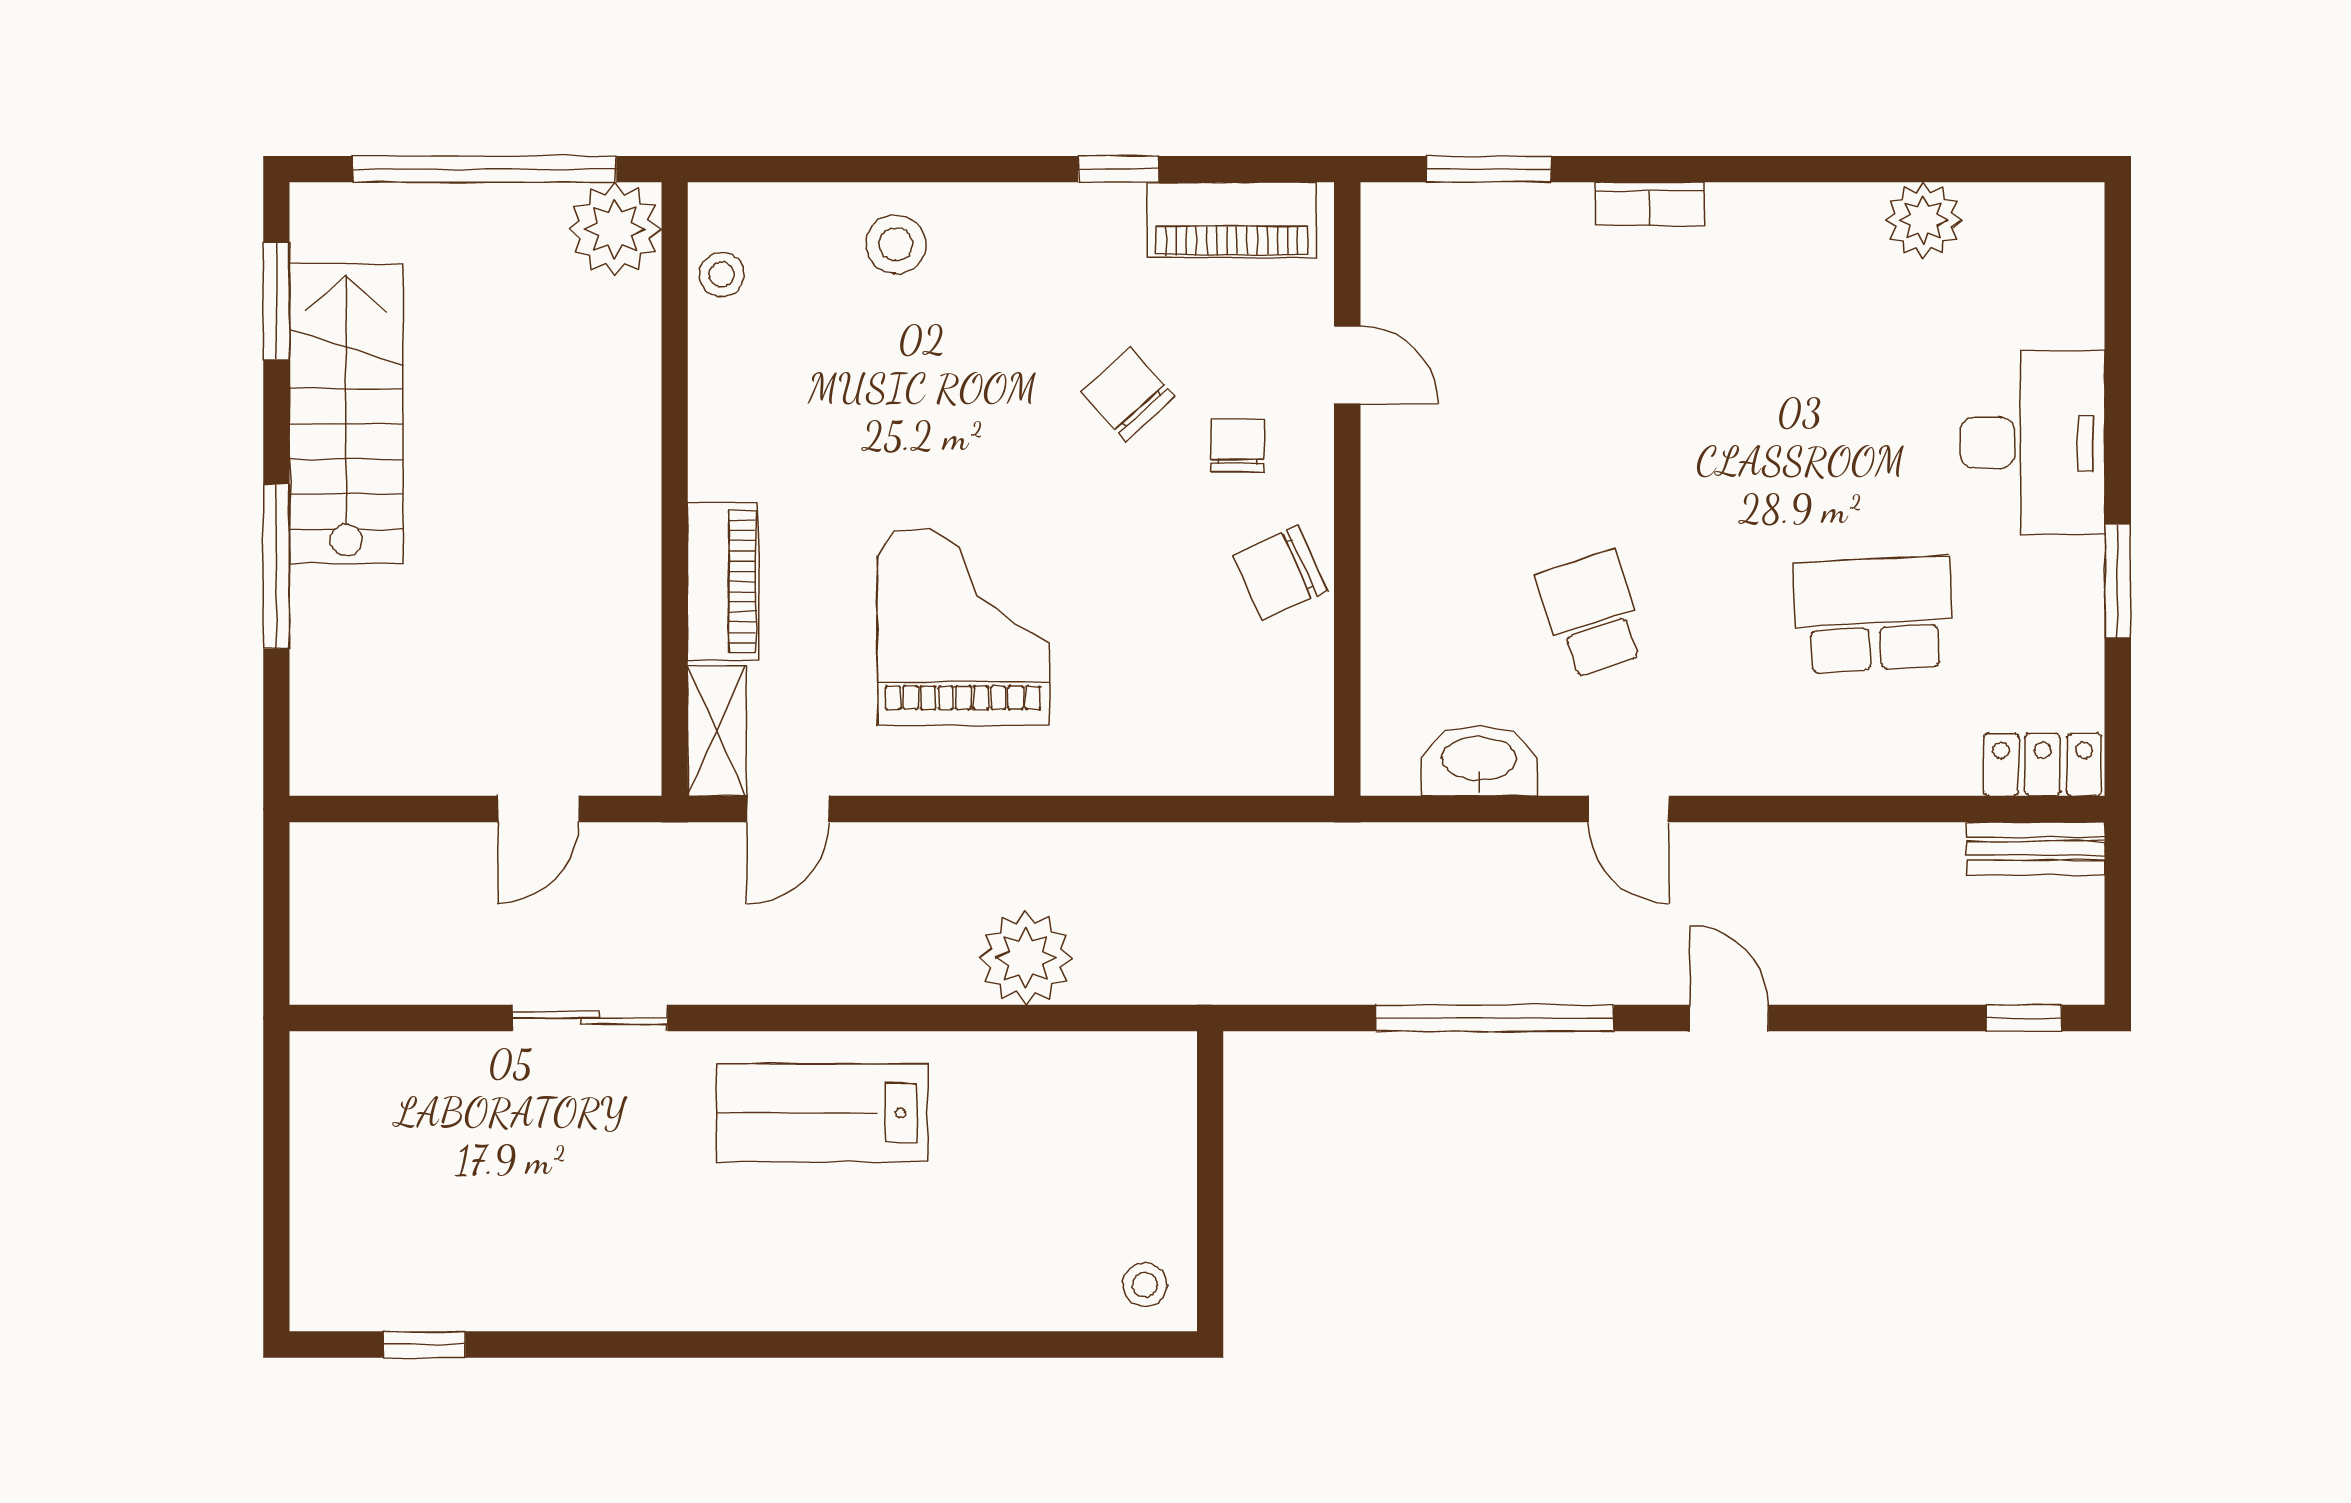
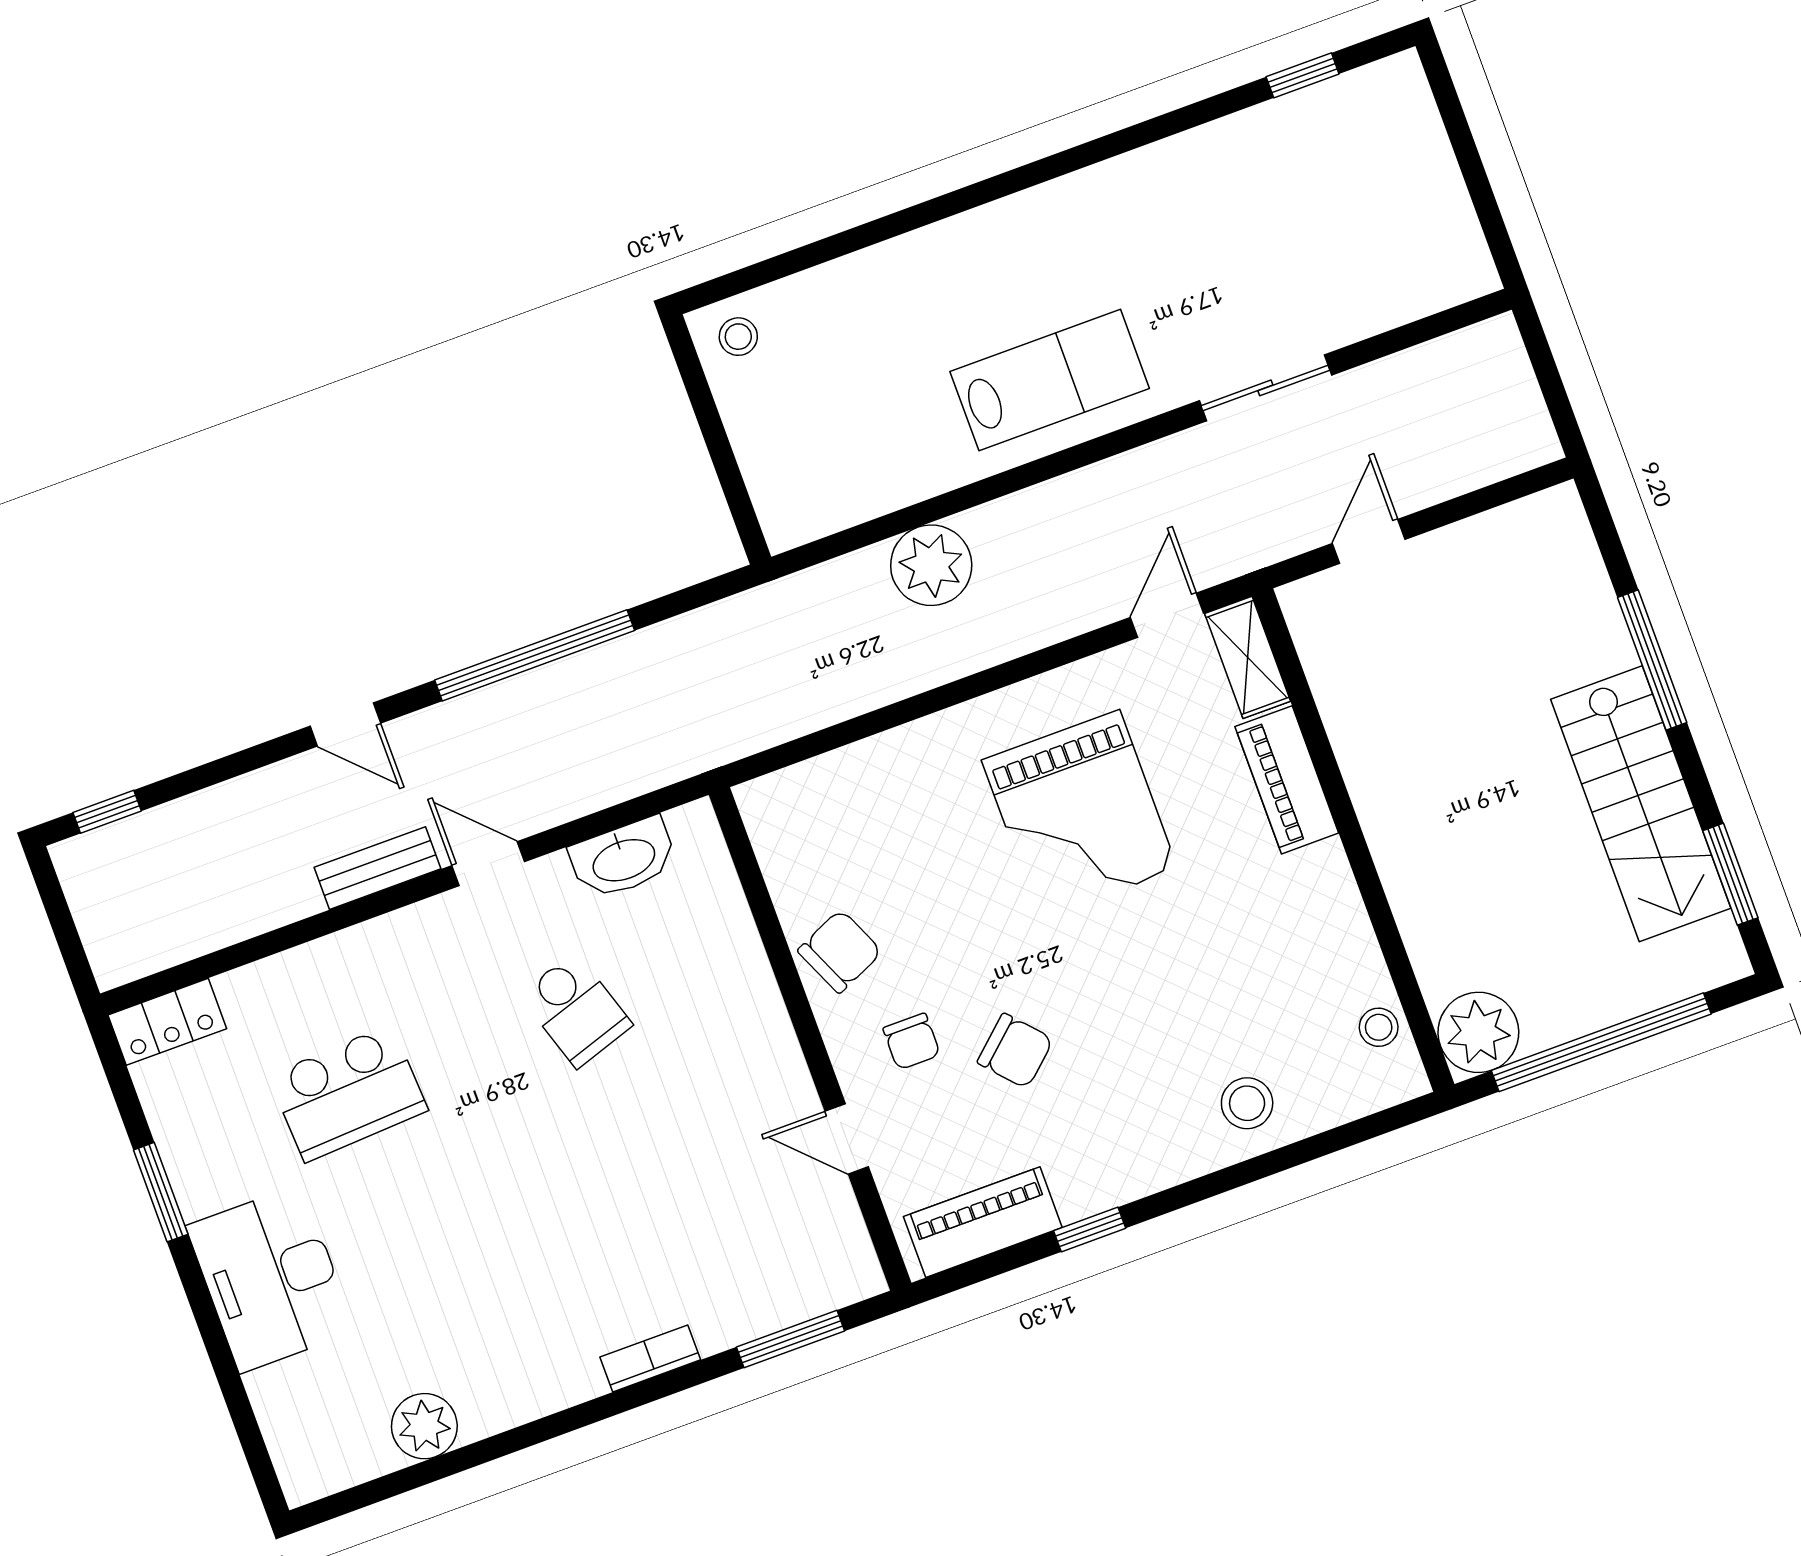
bench: (2036, 848) -> (377, 868), moved

